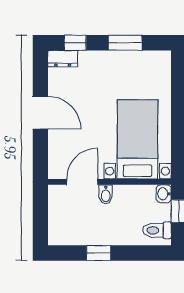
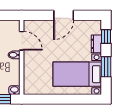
dresser: (63, 59) -> (96, 44), moved
bed with nightstands: (137, 139) -> (77, 74), moved, turned 180

